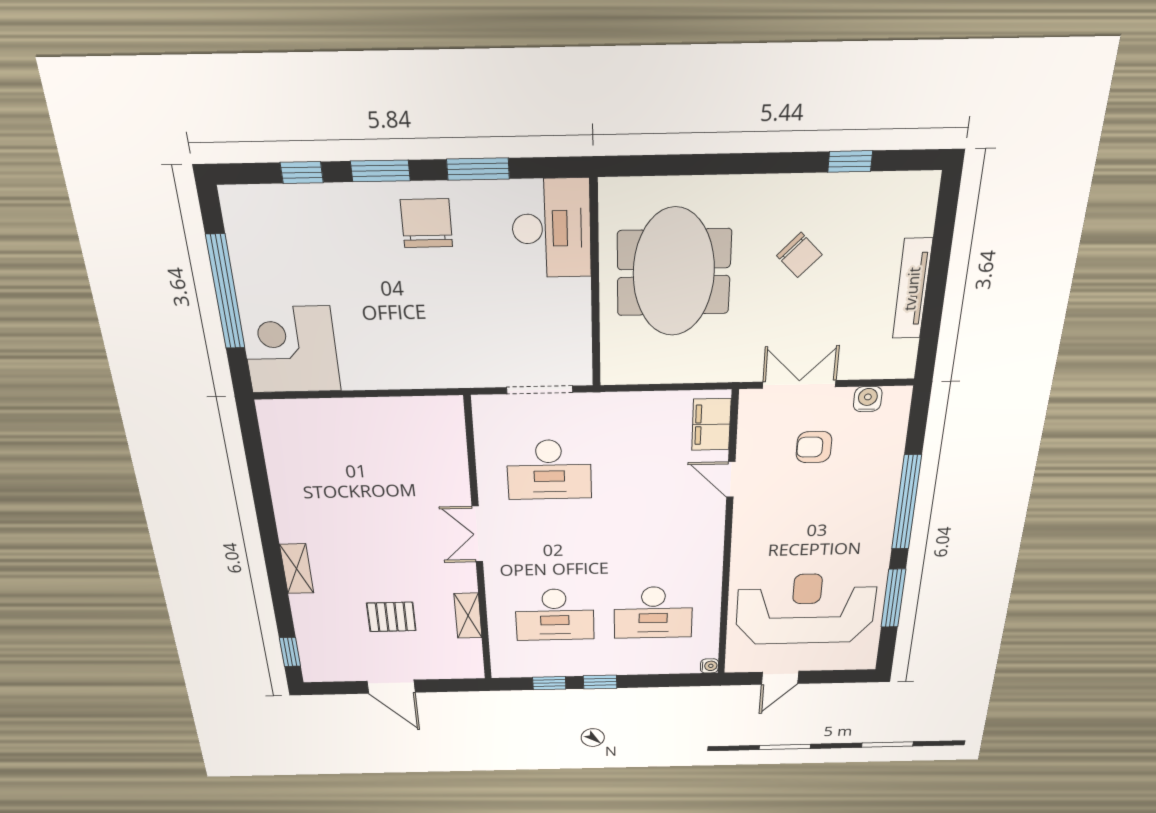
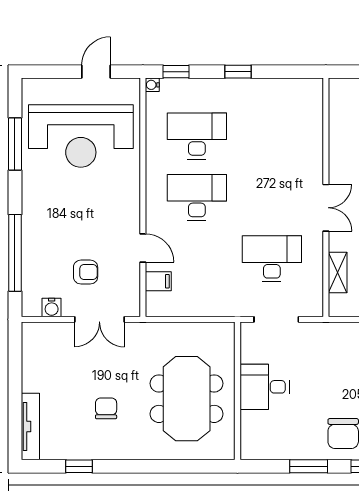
desk: (551, 228) -> (265, 387), moved, width x0.73
chair: (799, 255) -> (106, 408), turned 45
tv unit: (912, 289) -> (30, 426), moved
filing cabinet: (711, 425) -> (158, 281), width x0.50
window: (906, 503) -> (15, 253), moved
desk: (555, 615) -> (197, 197), moved
shelving: (468, 616) -> (338, 272), moved
window: (549, 683) -> (176, 72), moved

